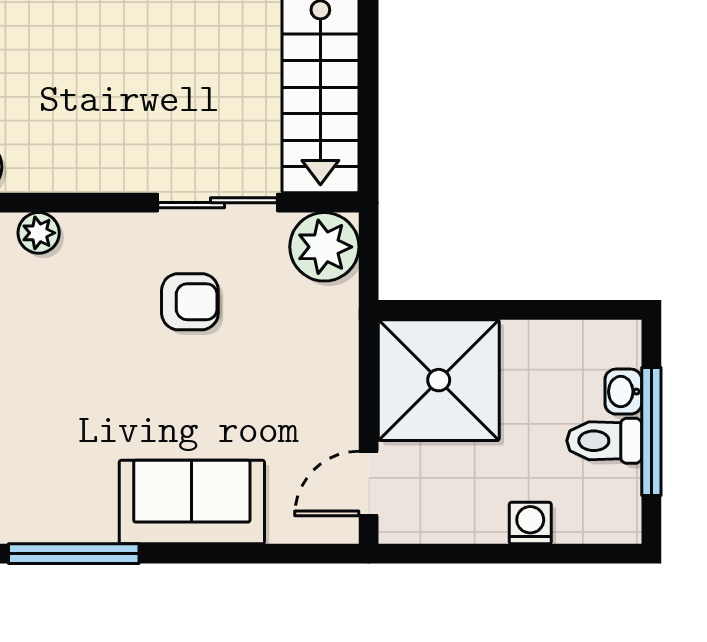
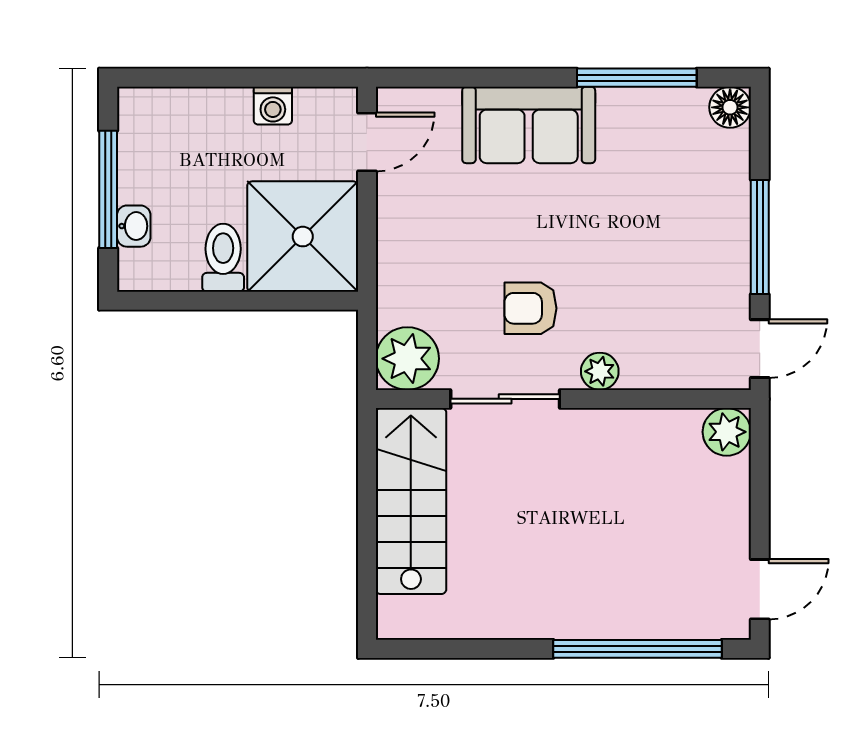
plant: (39, 233) -> (600, 371), moved
toilet: (604, 441) -> (223, 258), moved, turned -90
washing machine: (530, 523) -> (273, 106), moved

